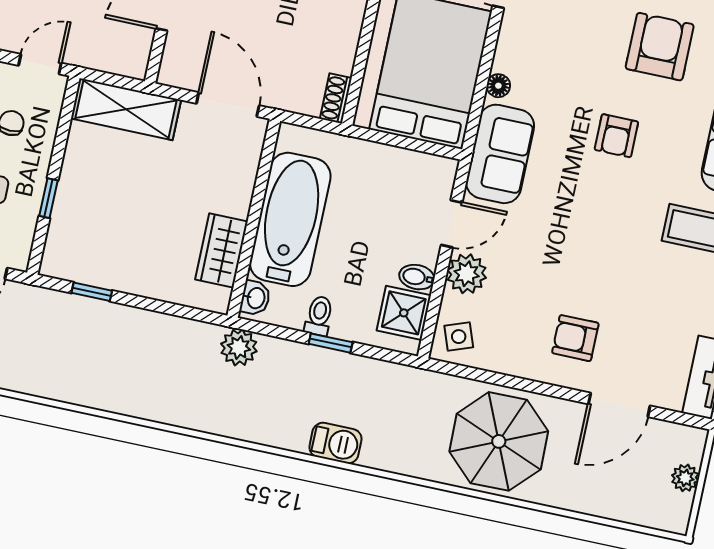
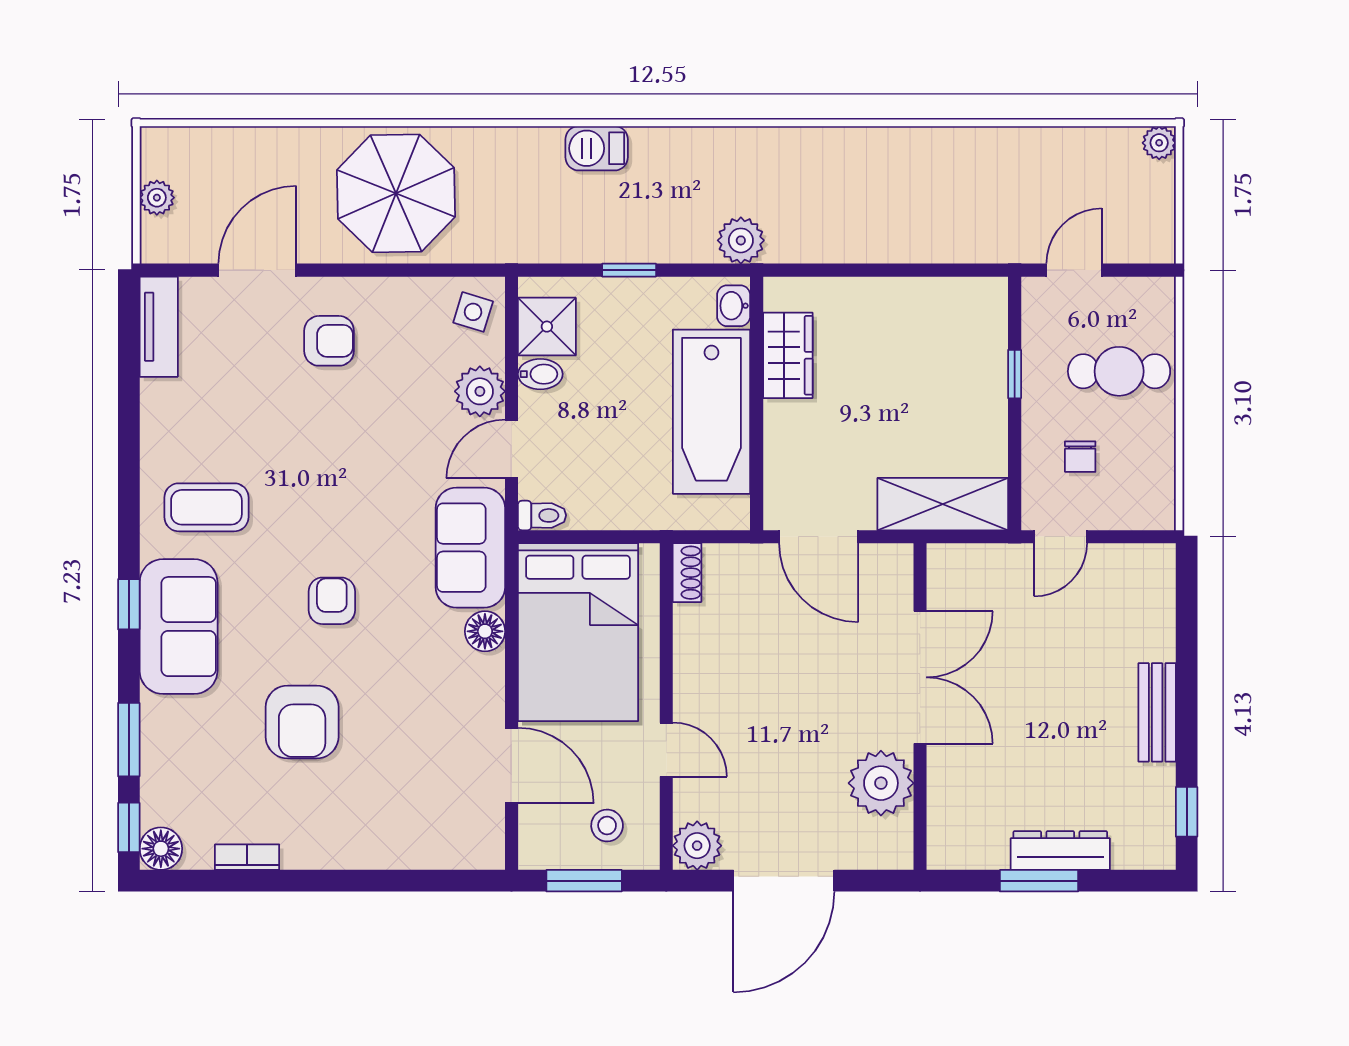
floor lamp: (498, 86) -> (485, 631), width x1.37, depth x1.37
window: (92, 292) -> (937, 270), removed
toilet: (319, 316) -> (542, 515), moved, turned -90
side table: (459, 337) -> (473, 312), turned 37

